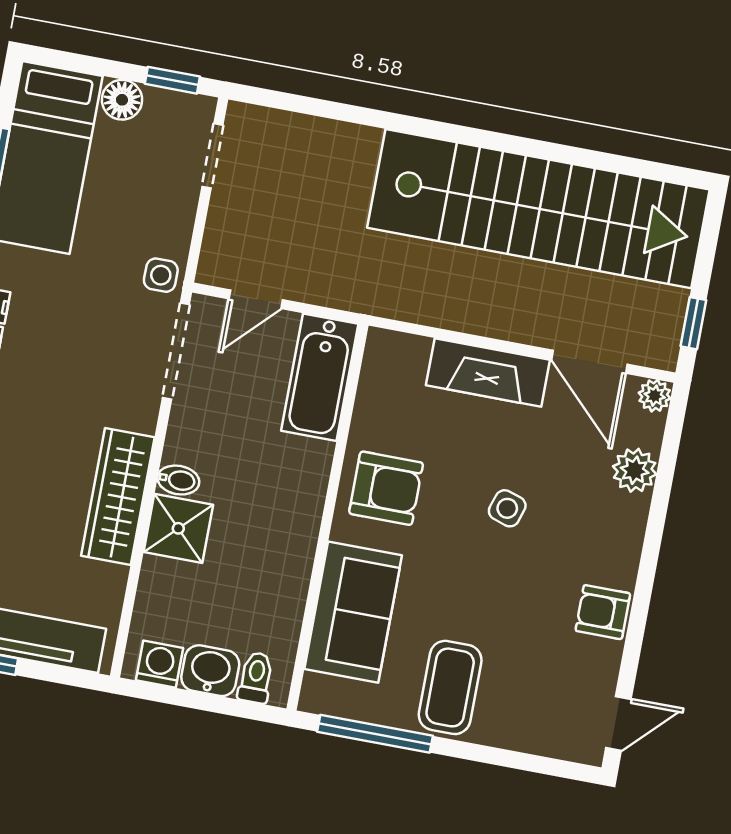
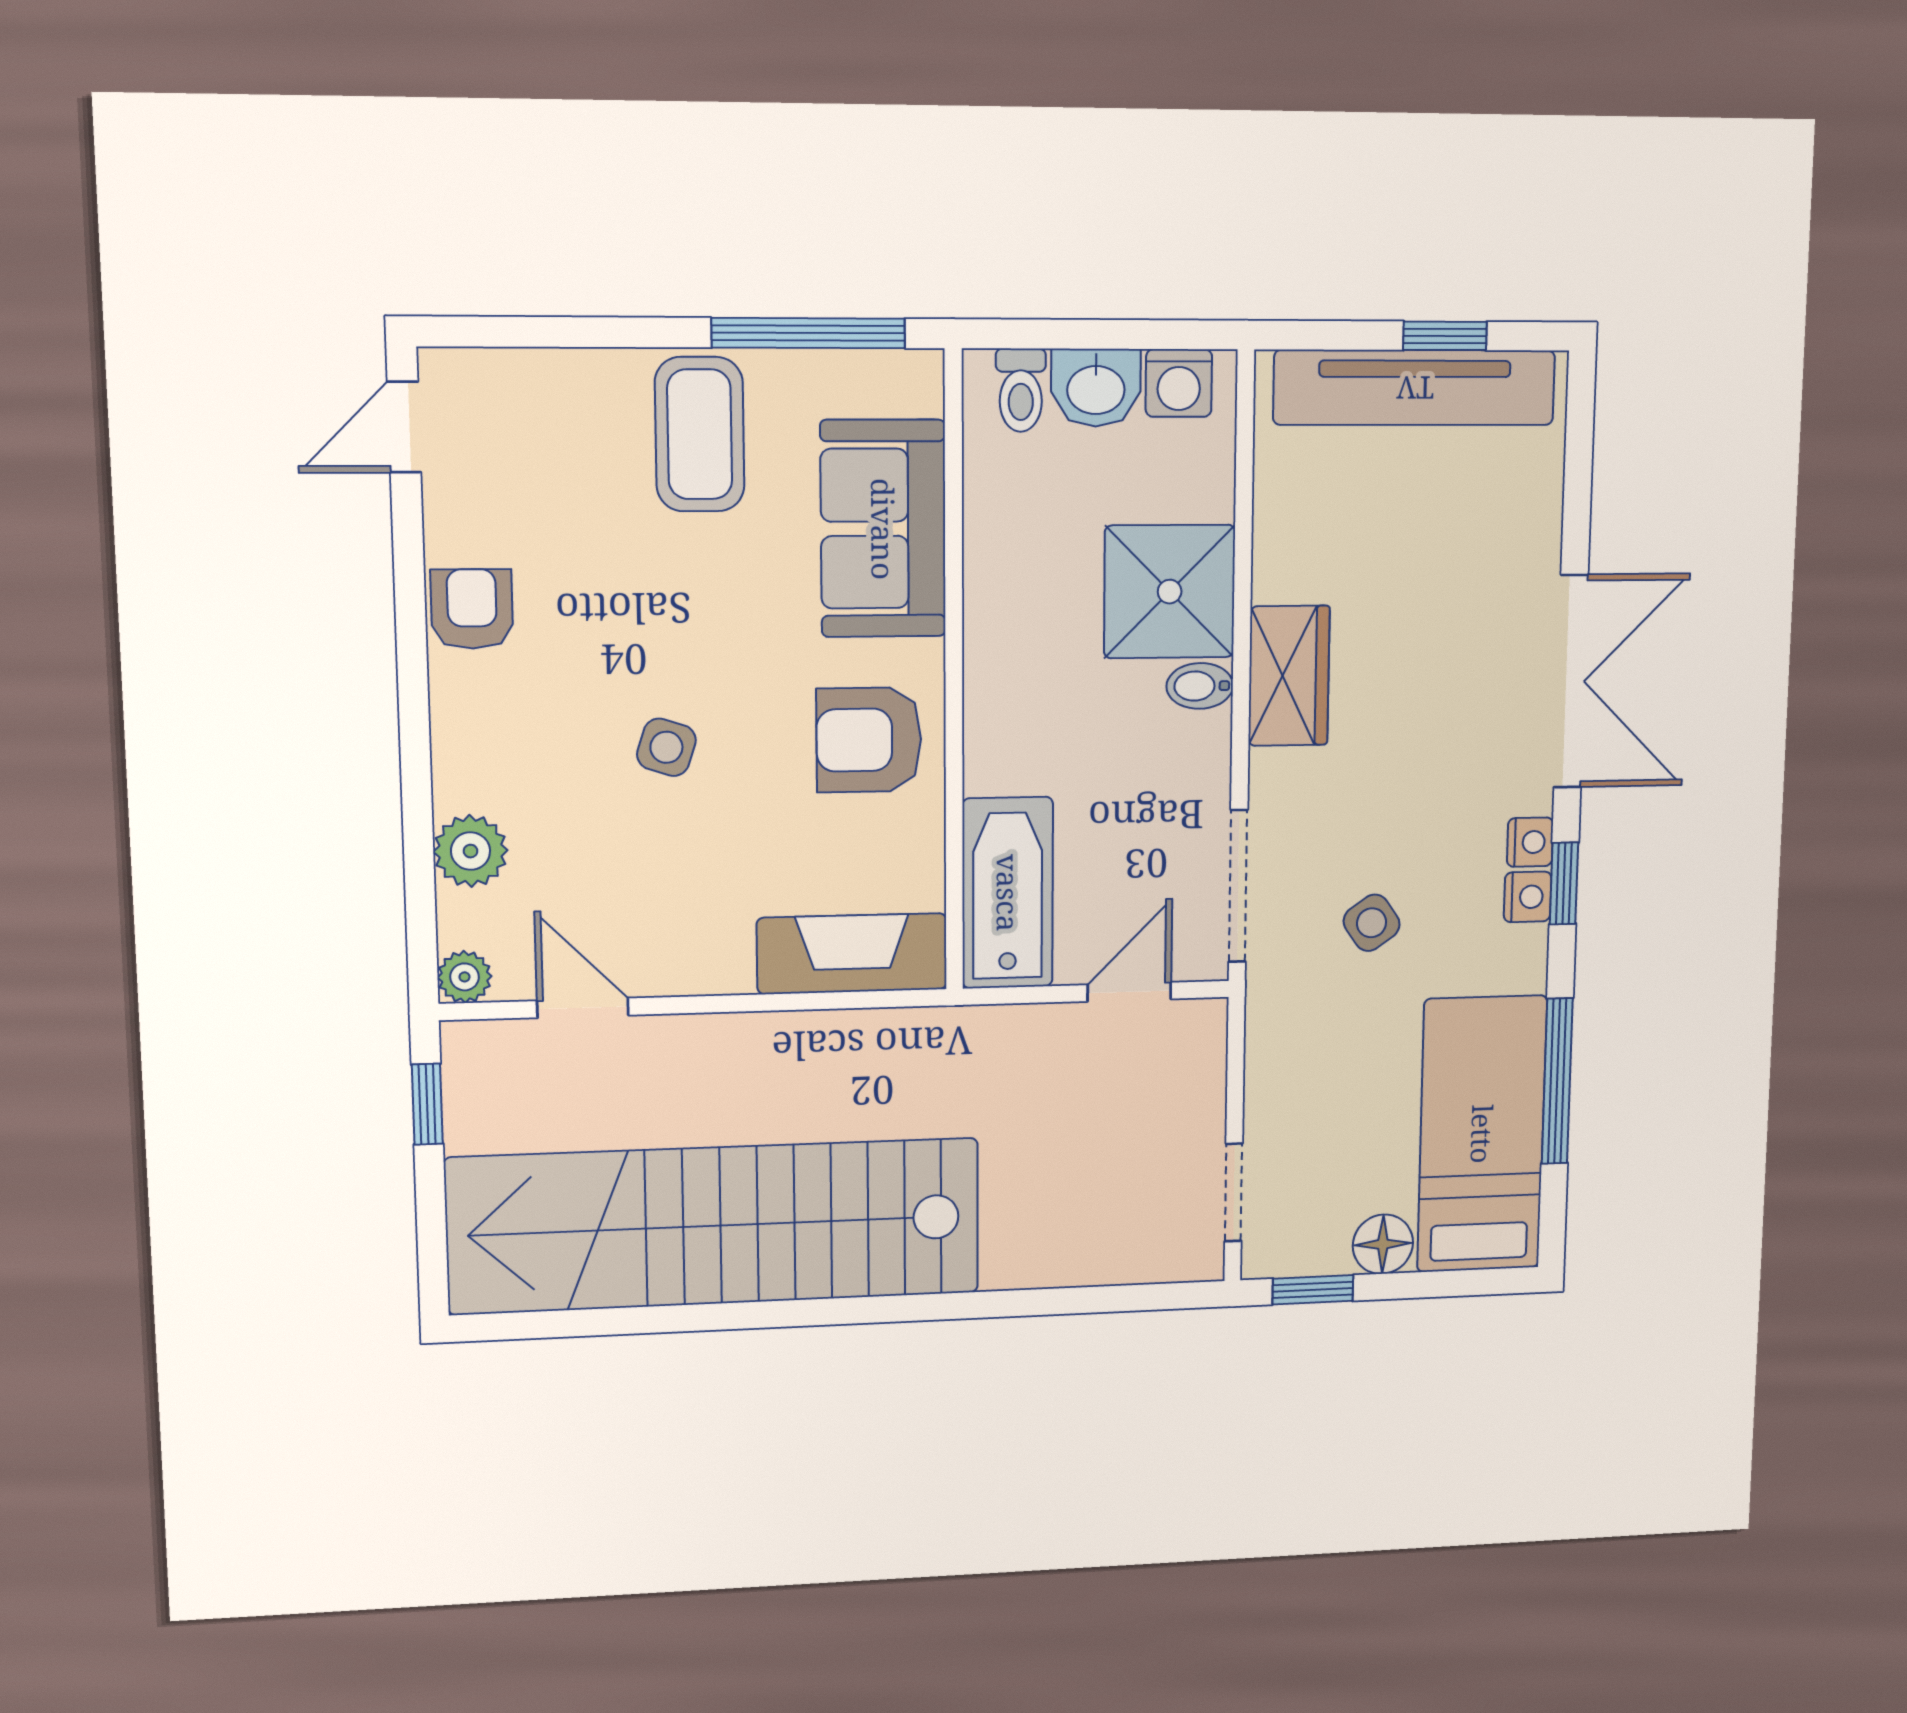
side table: (161, 275) -> (1372, 923), moved, turned -35
door: (589, 362) -> (583, 1008), width x0.73
fireplace: (488, 372) -> (852, 954), moved
wardrobe: (118, 496) -> (1289, 676), width x0.67
shower: (178, 528) -> (1170, 592), width x1.36, depth x1.36
armchair: (603, 612) -> (472, 609), turned -90

